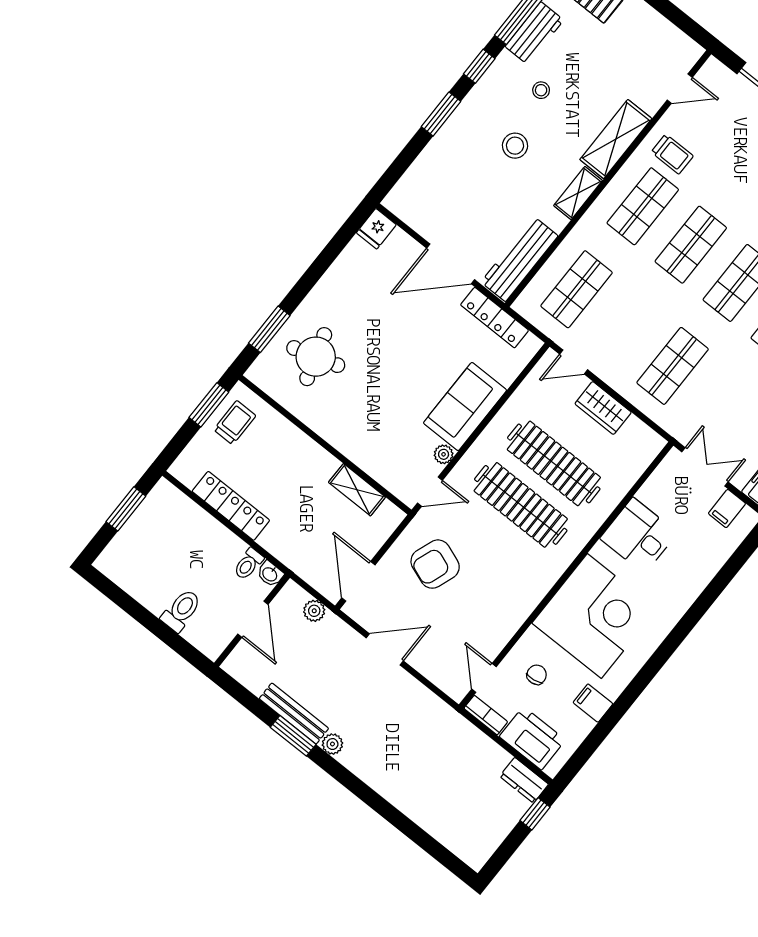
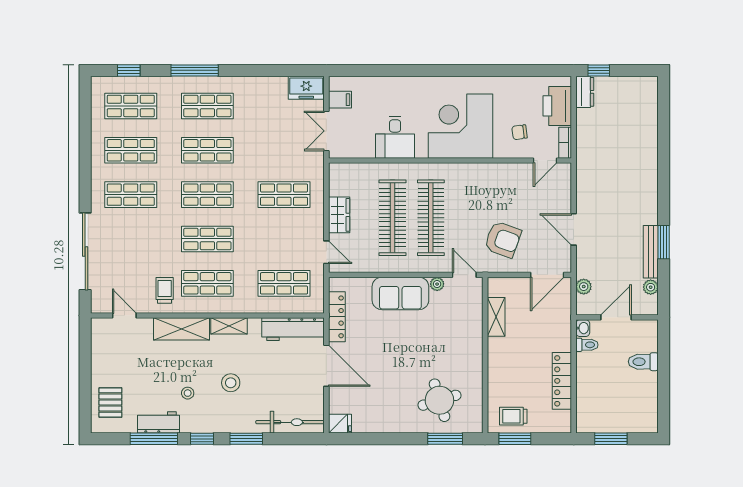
bicycle: (421, 176) -> (290, 422), added
filing cabinet: (593, 703) -> (510, 88), removed
plant: (332, 744) -> (651, 287), moved

